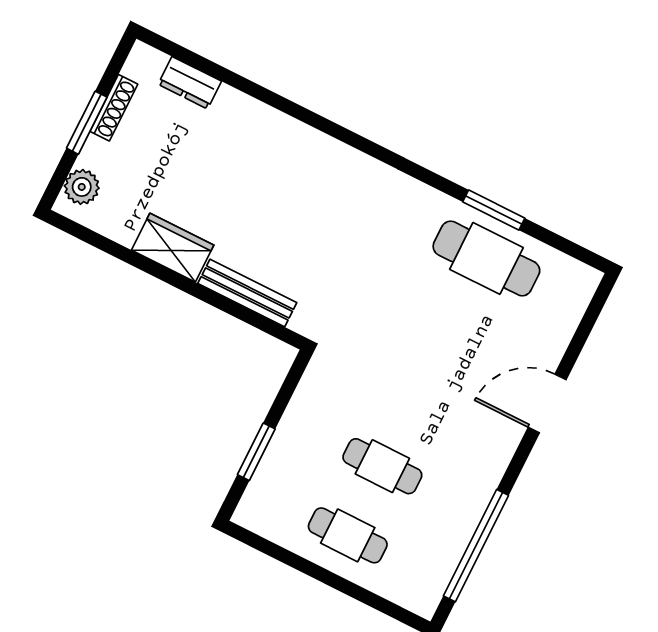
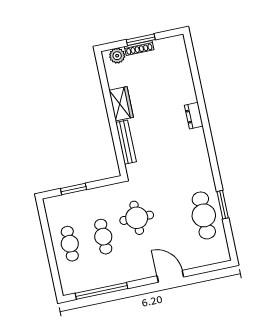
dresser: (190, 83) -> (194, 116), moved
shoe rack: (114, 108) -> (139, 48), moved
round table: (396, 381) -> (137, 218), added

